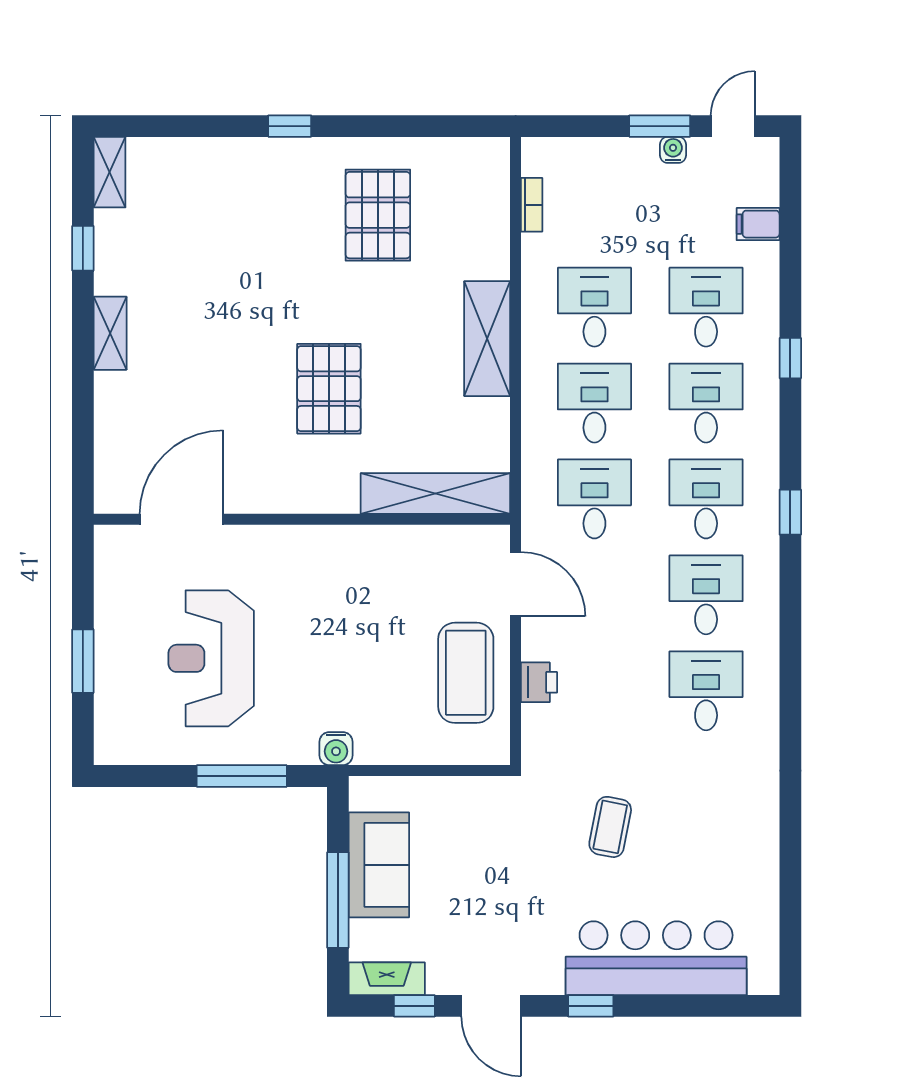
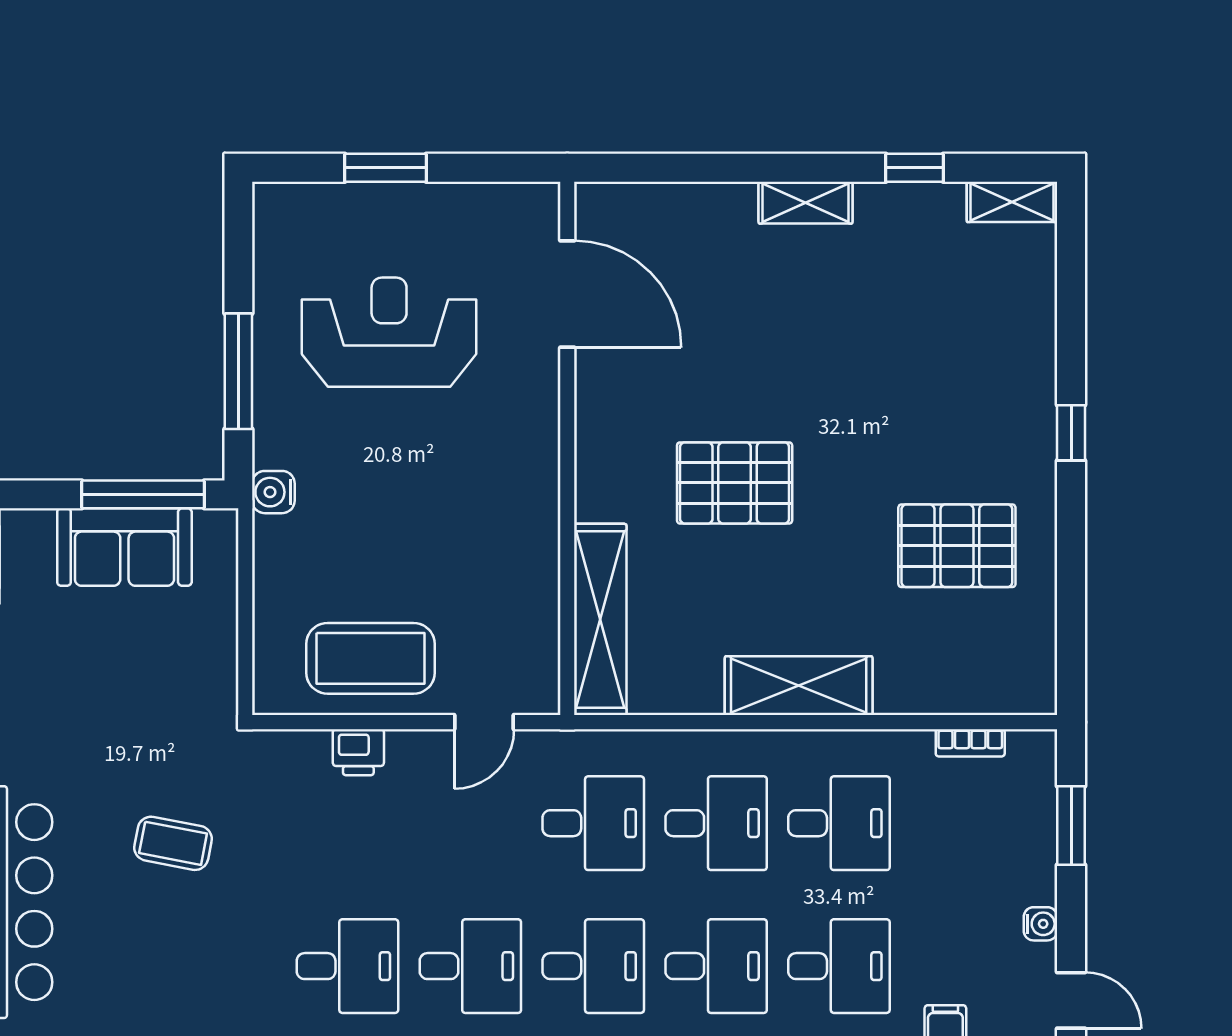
window: (660, 126) -> (1071, 825), moved
door: (516, 584) -> (484, 722), width x0.73
window: (338, 900) -> (143, 494), moved

